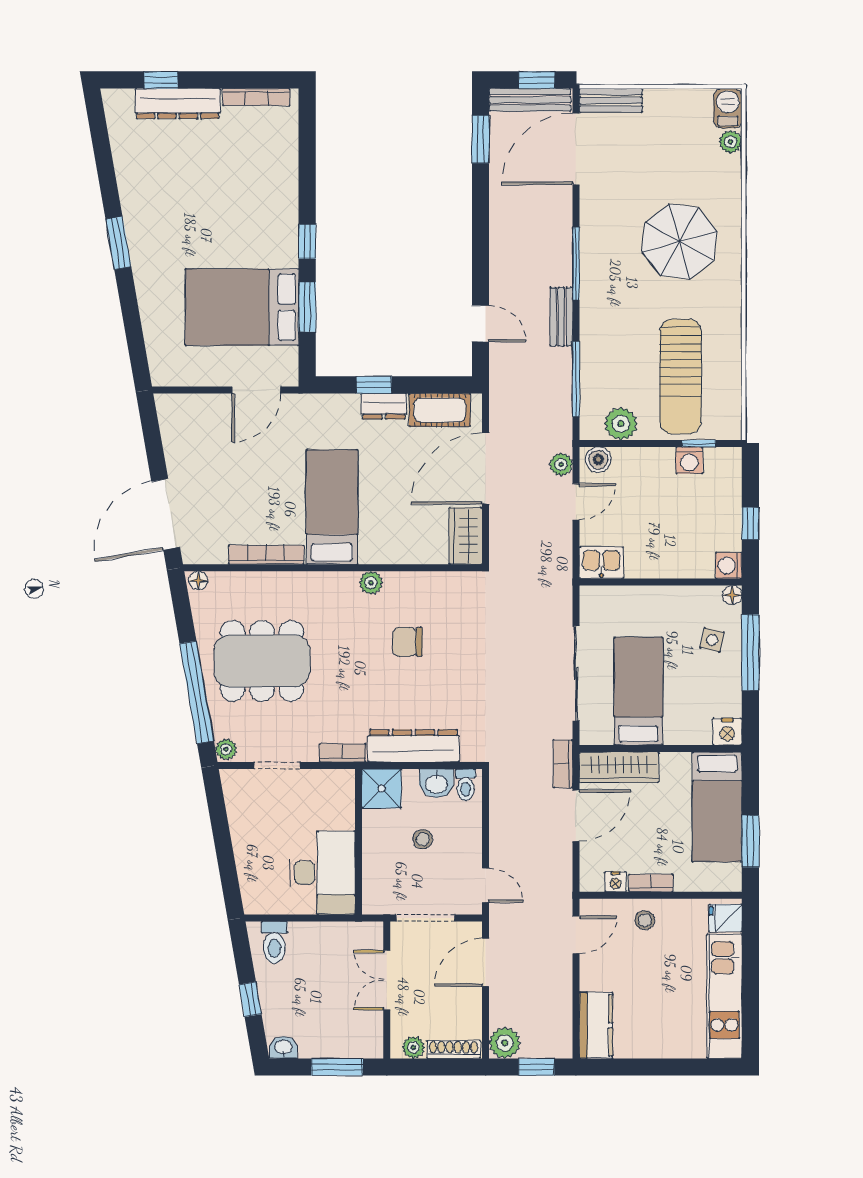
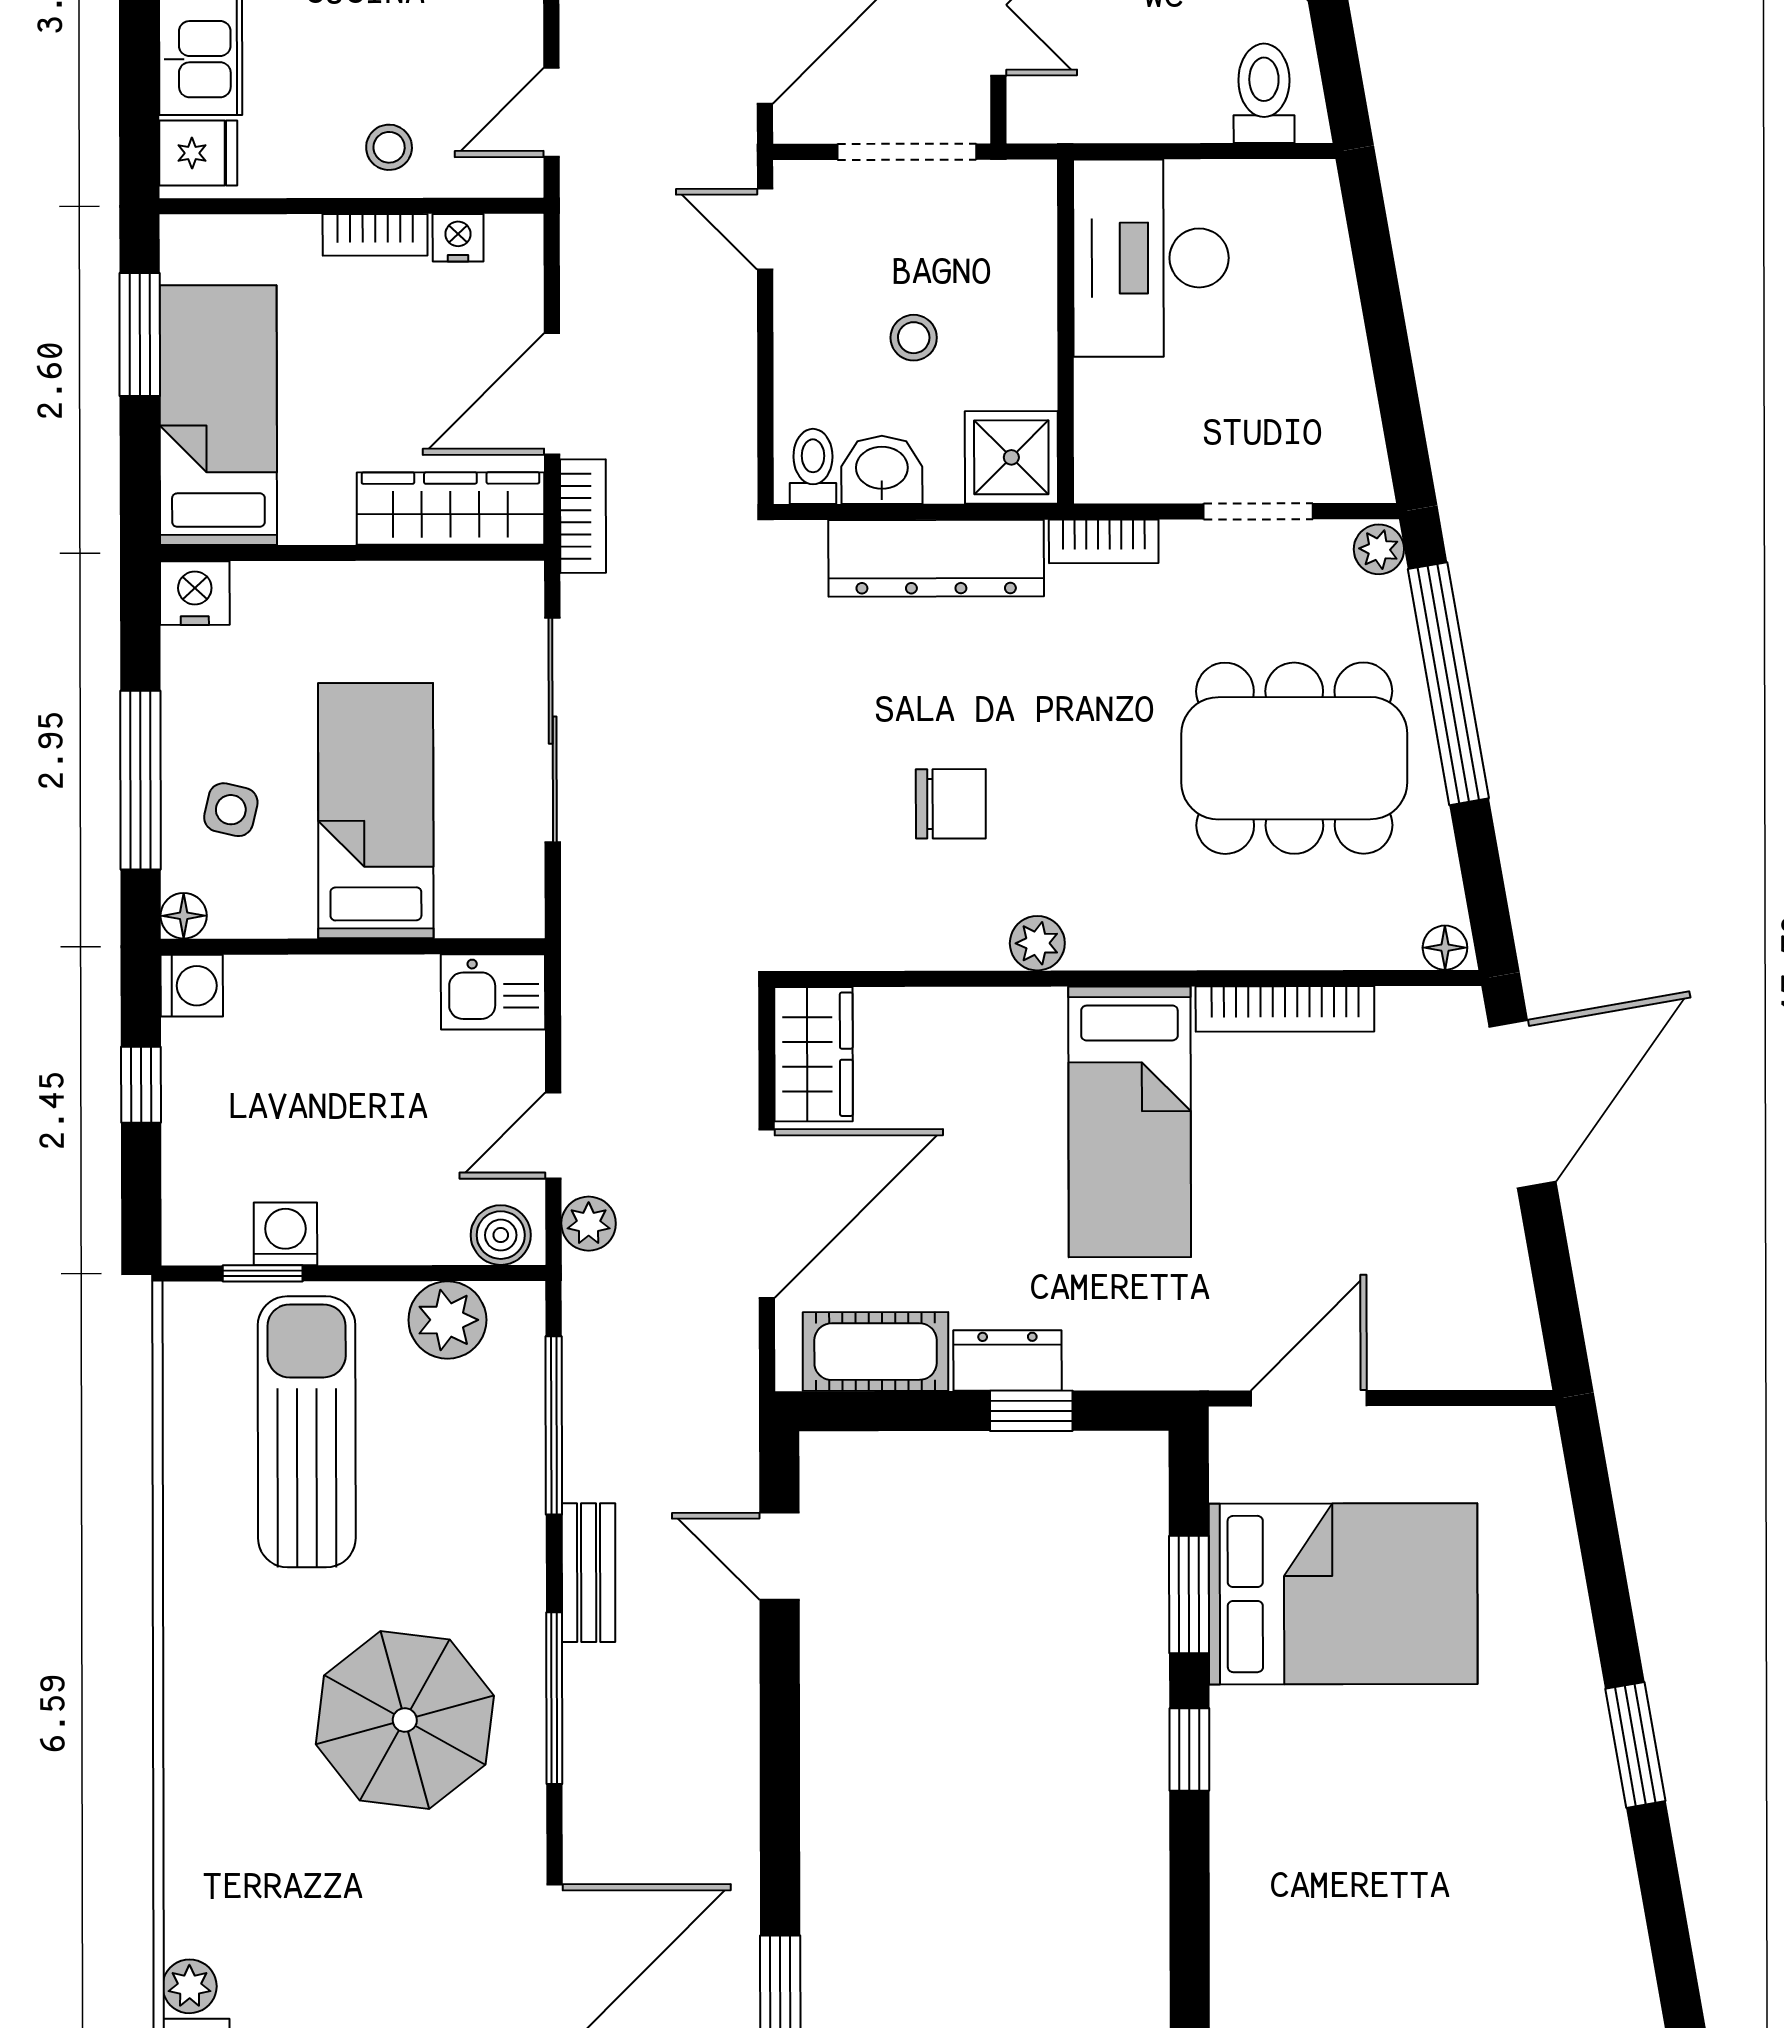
parasol: (679, 242) -> (405, 1720), moved
bed: (638, 691) -> (376, 811), moved, turned 180

